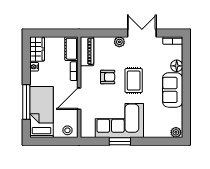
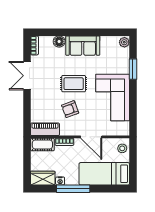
plant: (119, 42) -> (36, 98), removed
armchair: (108, 77) -> (70, 109), turned -110
window: (26, 102) -> (73, 189), moved
window: (120, 141) -> (133, 69), moved

